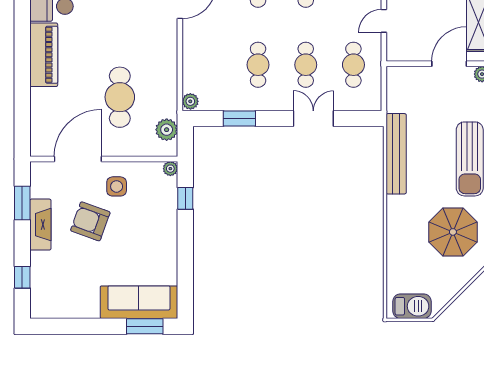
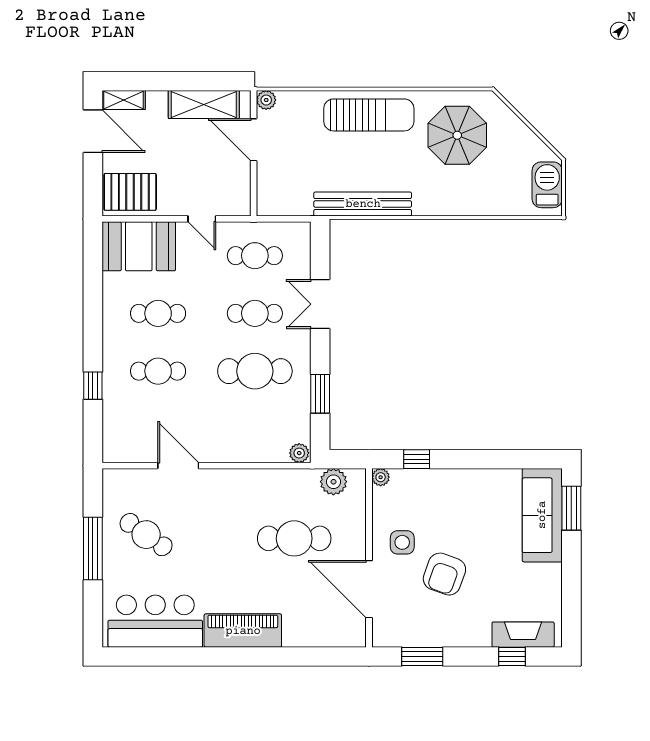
cafe table: (258, 65) -> (255, 371), width x1.37, depth x1.35
fireplace: (40, 225) -> (523, 635), moved

